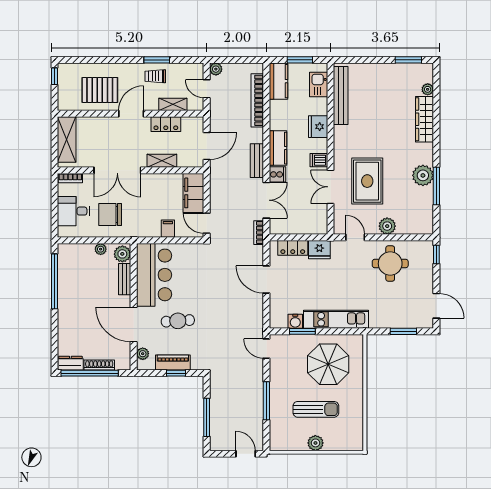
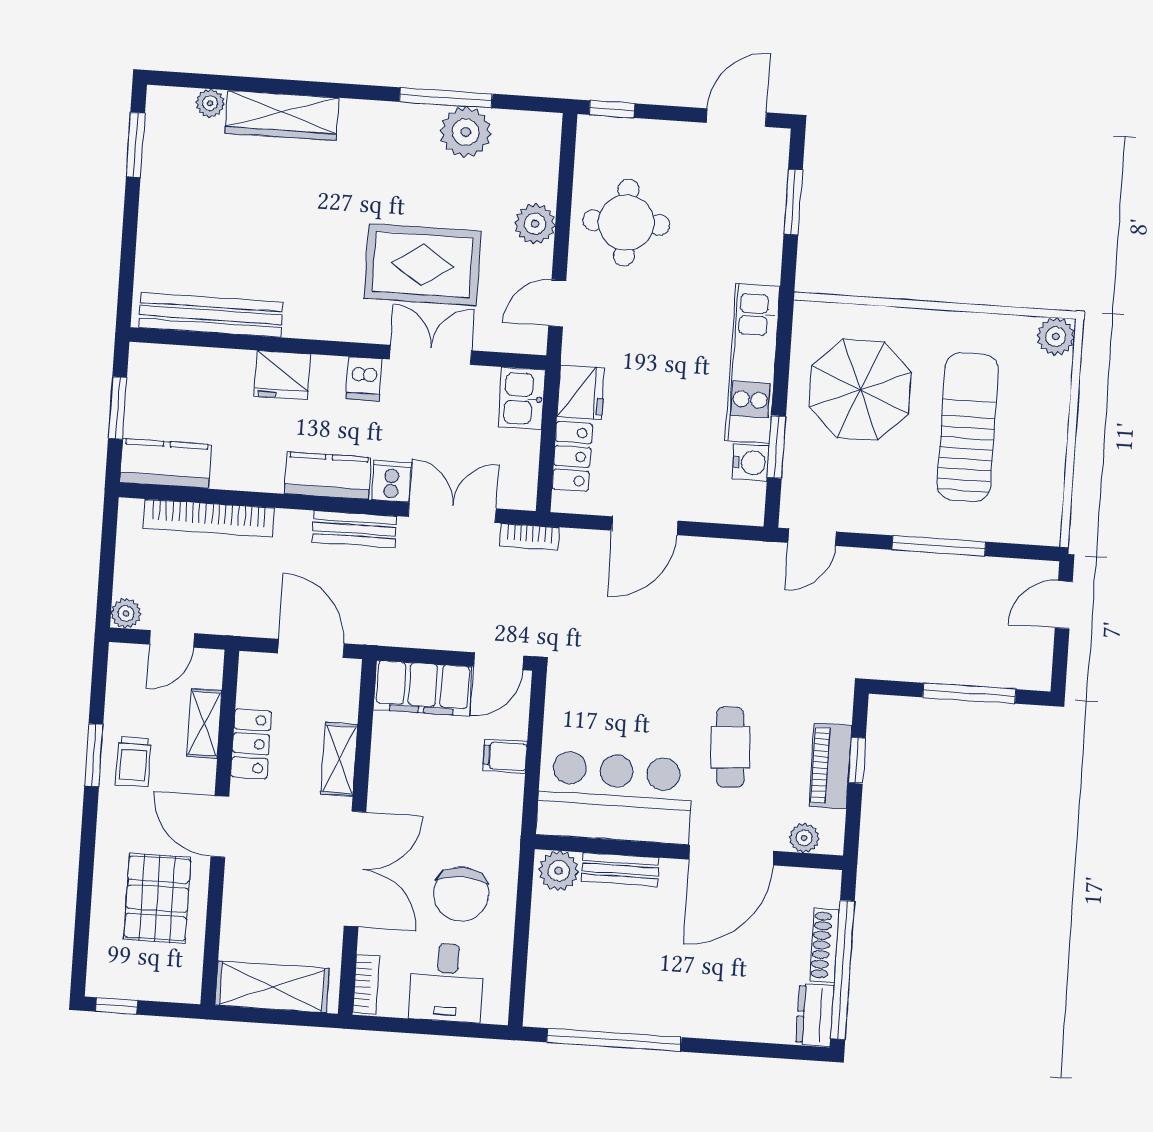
kitchen sink: (319, 84) -> (522, 399), moved, turned 90
plant: (423, 175) -> (466, 132), moved
double door: (330, 187) -> (431, 355), swing flipped
plant: (101, 249) -> (544, 923), removed
sun lounger: (316, 409) -> (968, 427), width x1.36, depth x1.34
plant: (315, 443) -> (1056, 336), moved

